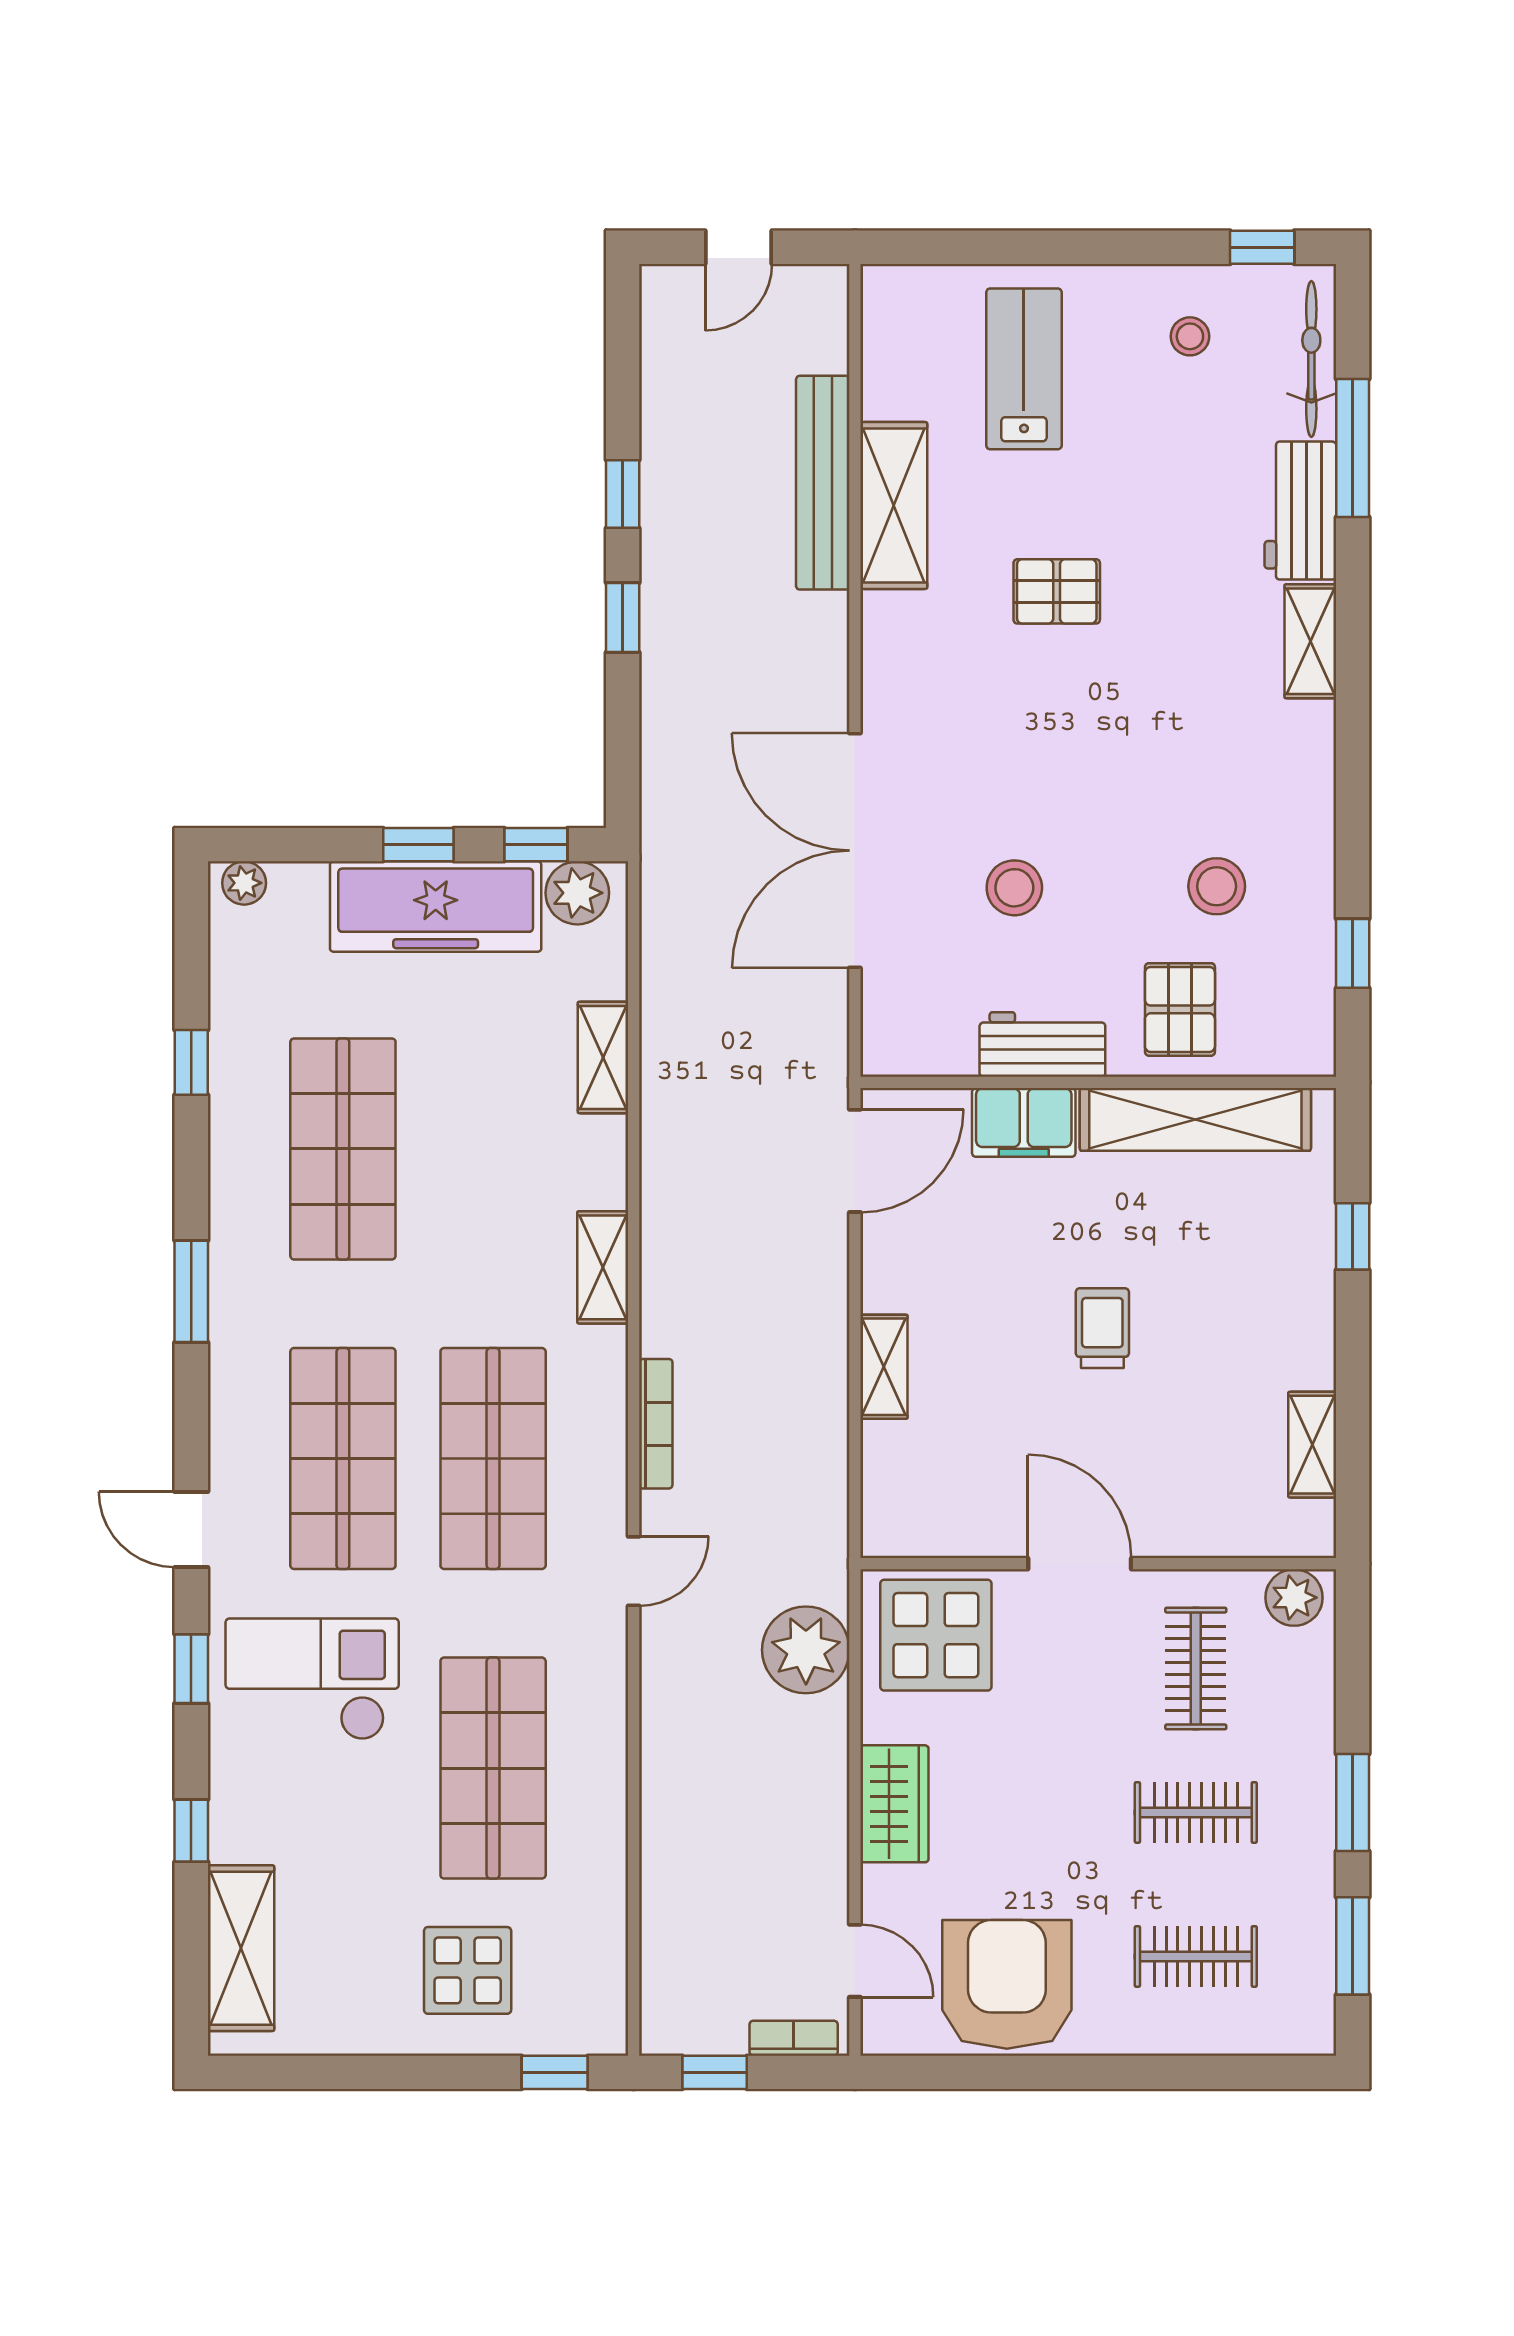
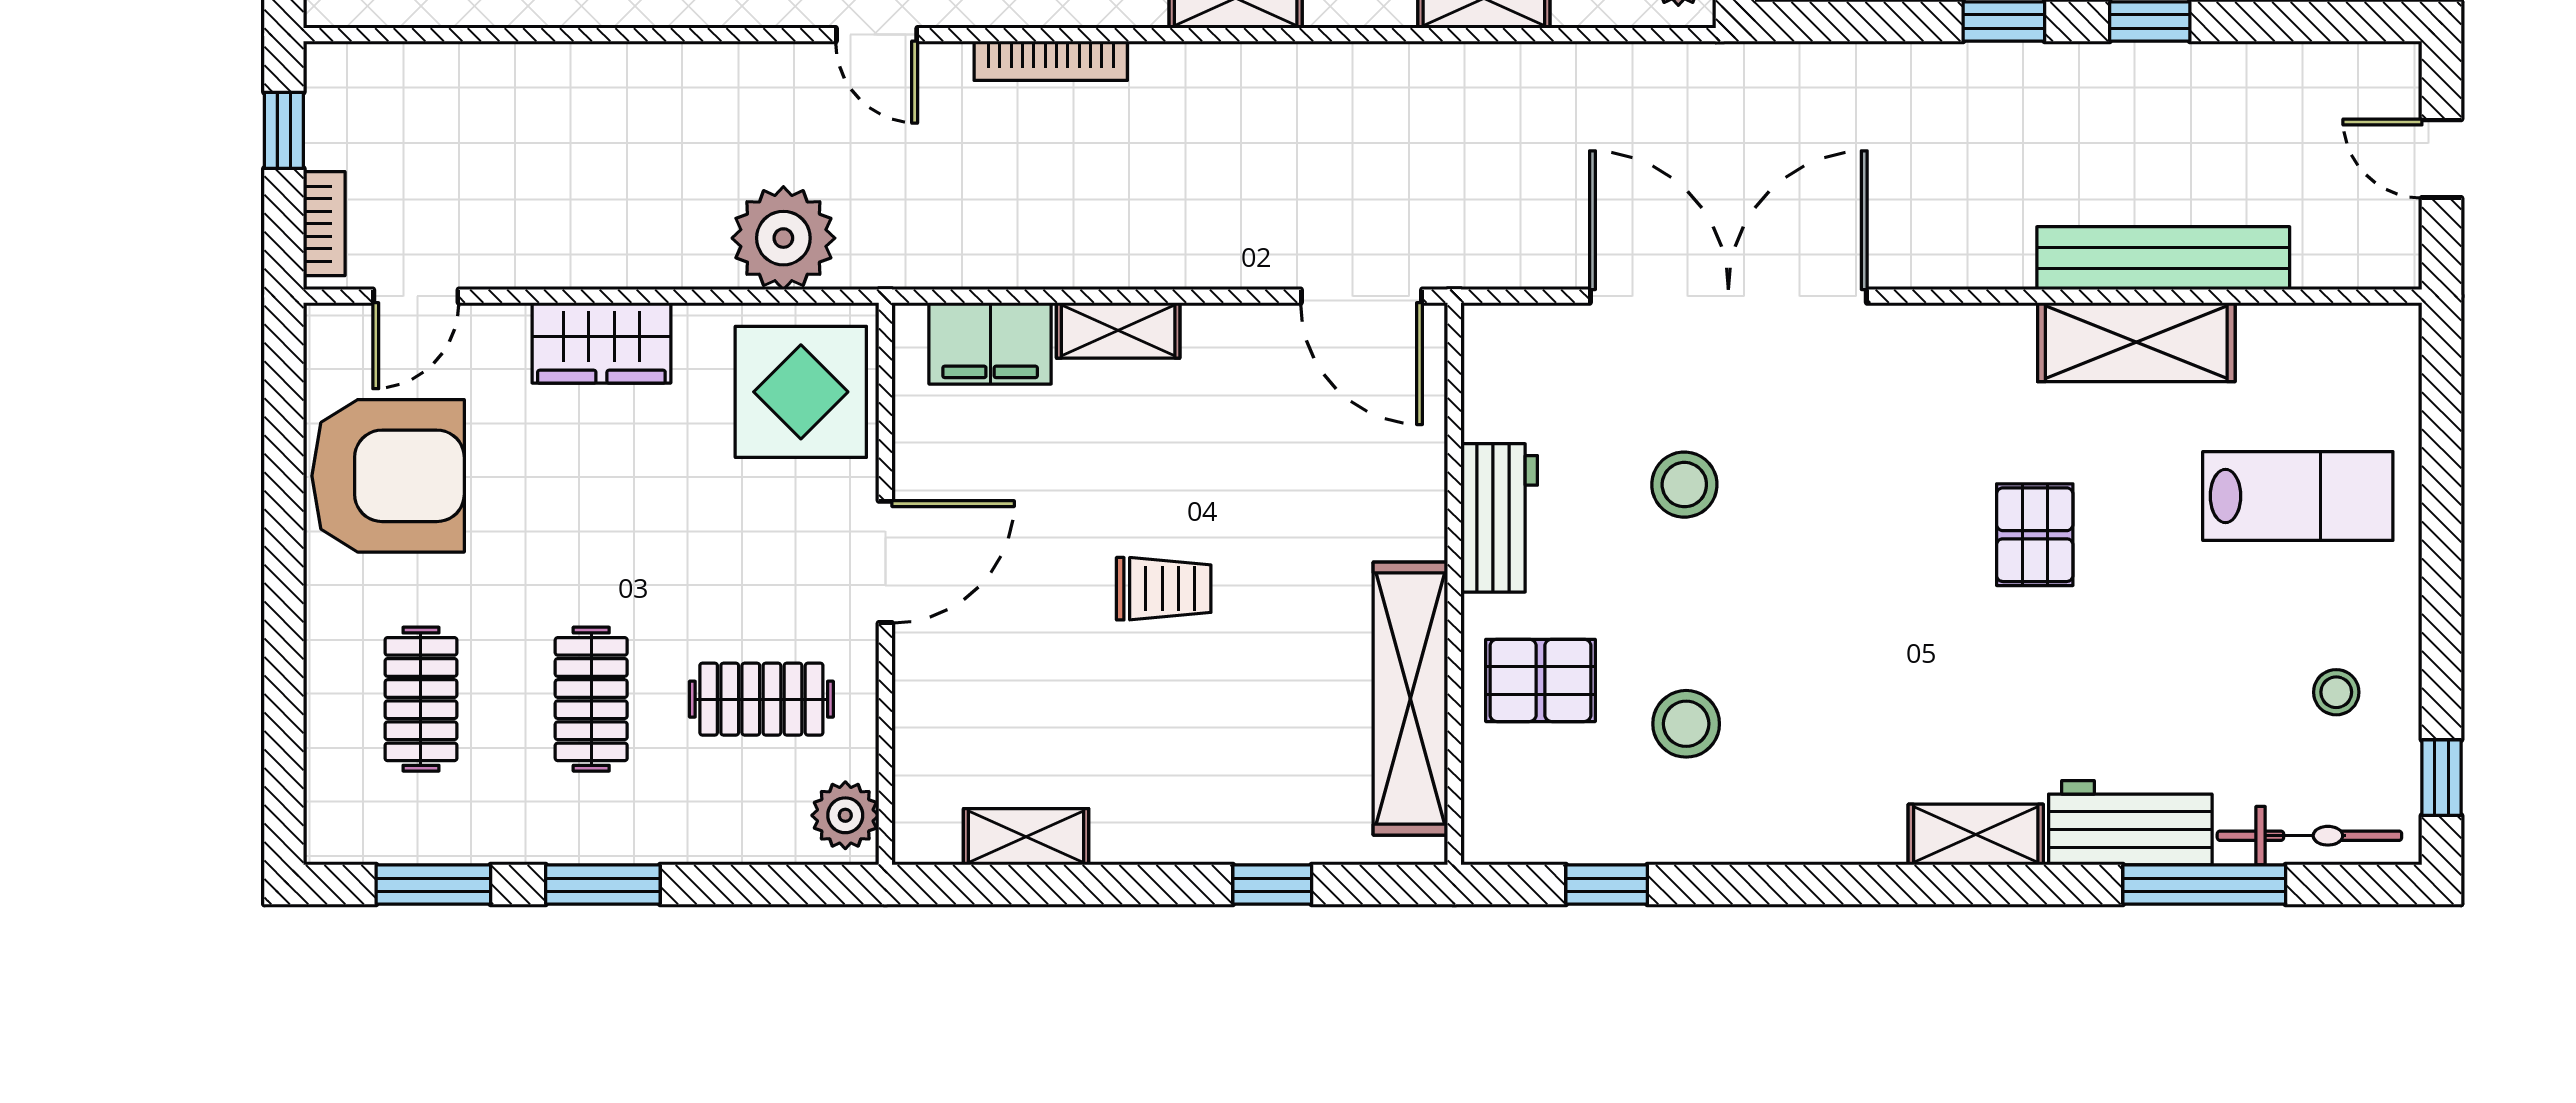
filing cabinet: (1024, 1122) -> (990, 343), moved, turned -90

